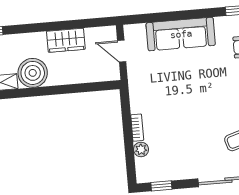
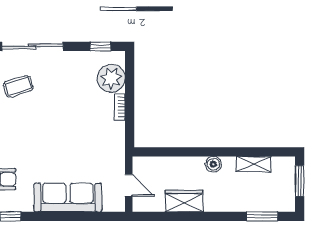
boiler: (33, 73) -> (213, 164), width x0.54, depth x0.54
plant: (141, 149) -> (111, 78), width x1.88, depth x1.88

